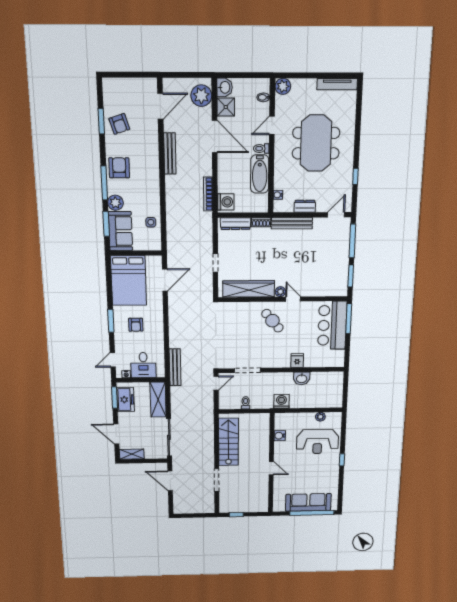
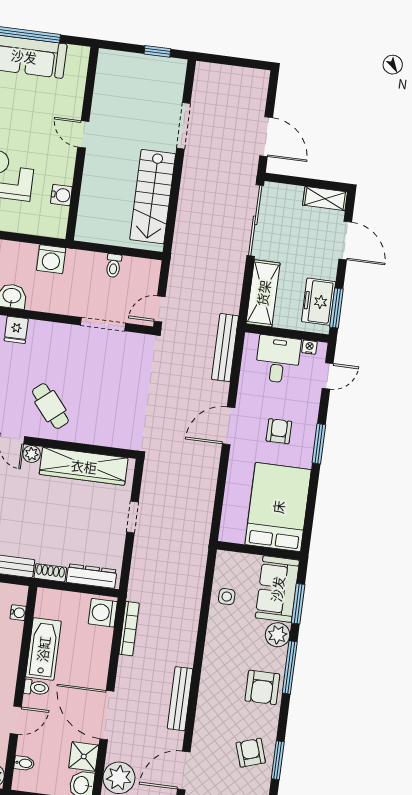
door: (165, 280) -> (229, 426), moved

